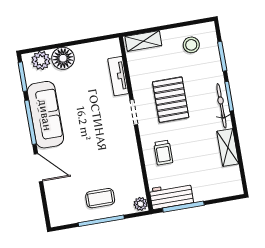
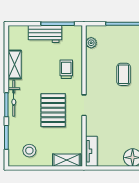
tv unit: (118, 76) -> (91, 151), moved
workbench: (171, 196) -> (45, 34), moved
coffee table: (100, 198) -> (124, 74), moved, turned 90
plant: (141, 204) -> (91, 43), moved

